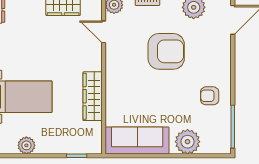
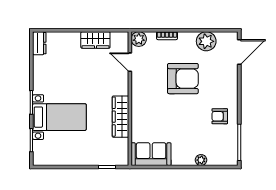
sofa: (137, 140) -> (151, 154), width x0.73
plant: (188, 142) -> (201, 160), width x0.53, depth x0.53
plant: (26, 145) -> (64, 158), removed

